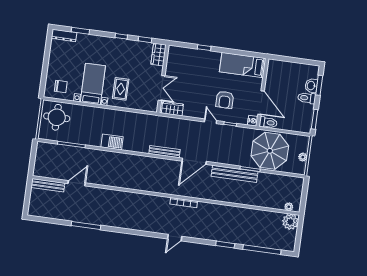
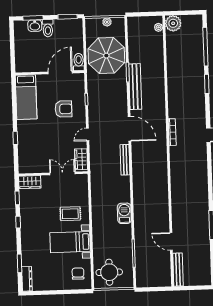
door: (211, 121) -> (88, 134), moved
nightstand: (253, 121) -> (79, 78), removed

